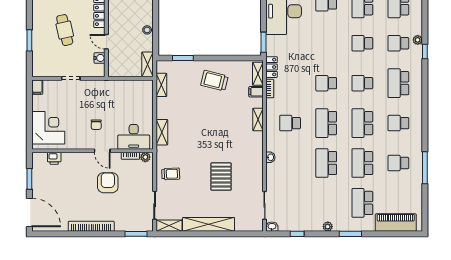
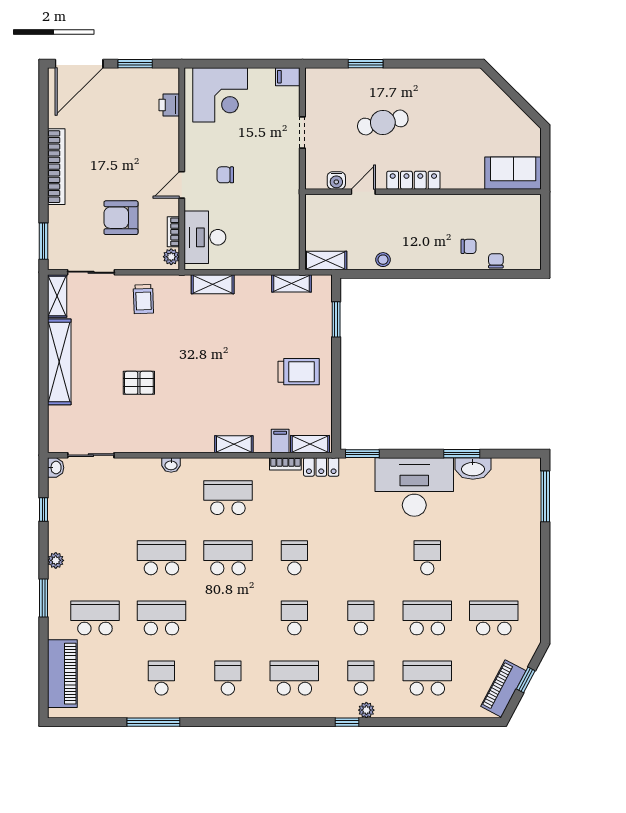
trolley: (214, 81) -> (299, 372), turned 76
school desk: (290, 123) -> (228, 498), width x1.85
school desk: (362, 123) -> (228, 618), removed
pallet: (221, 177) -> (139, 383), width x0.67, depth x0.71
armchair: (108, 183) -> (121, 218), moved, turned 180

